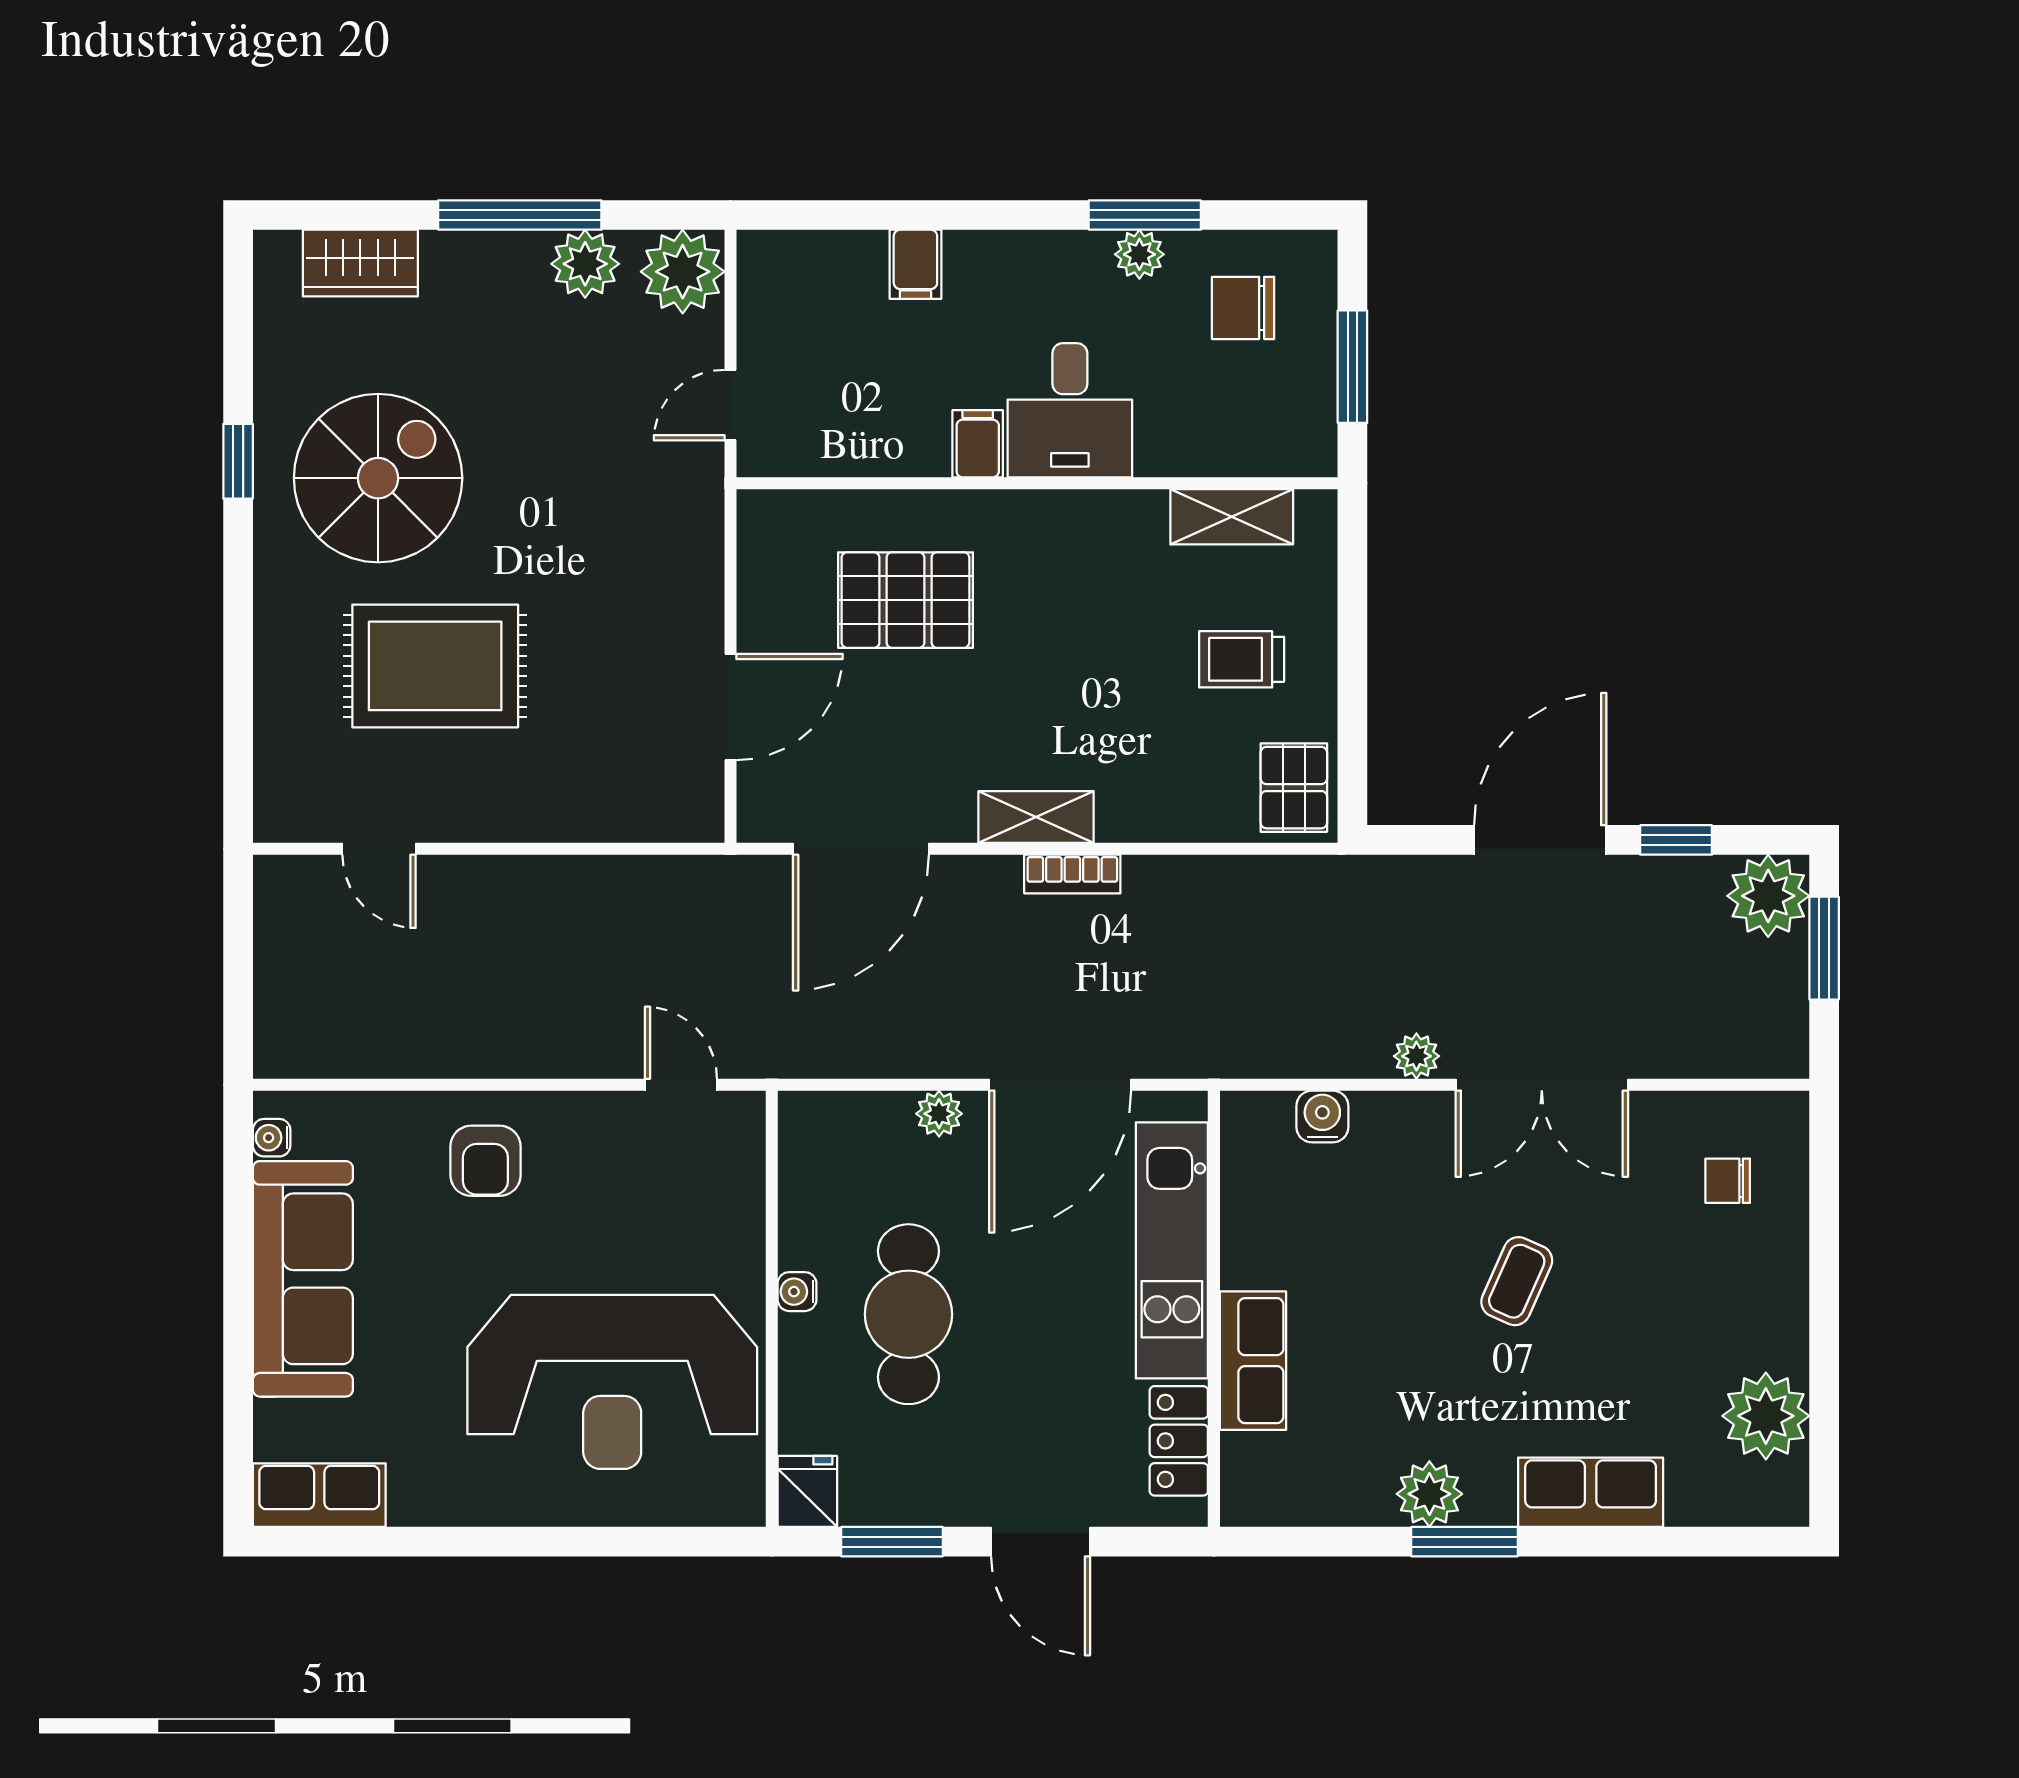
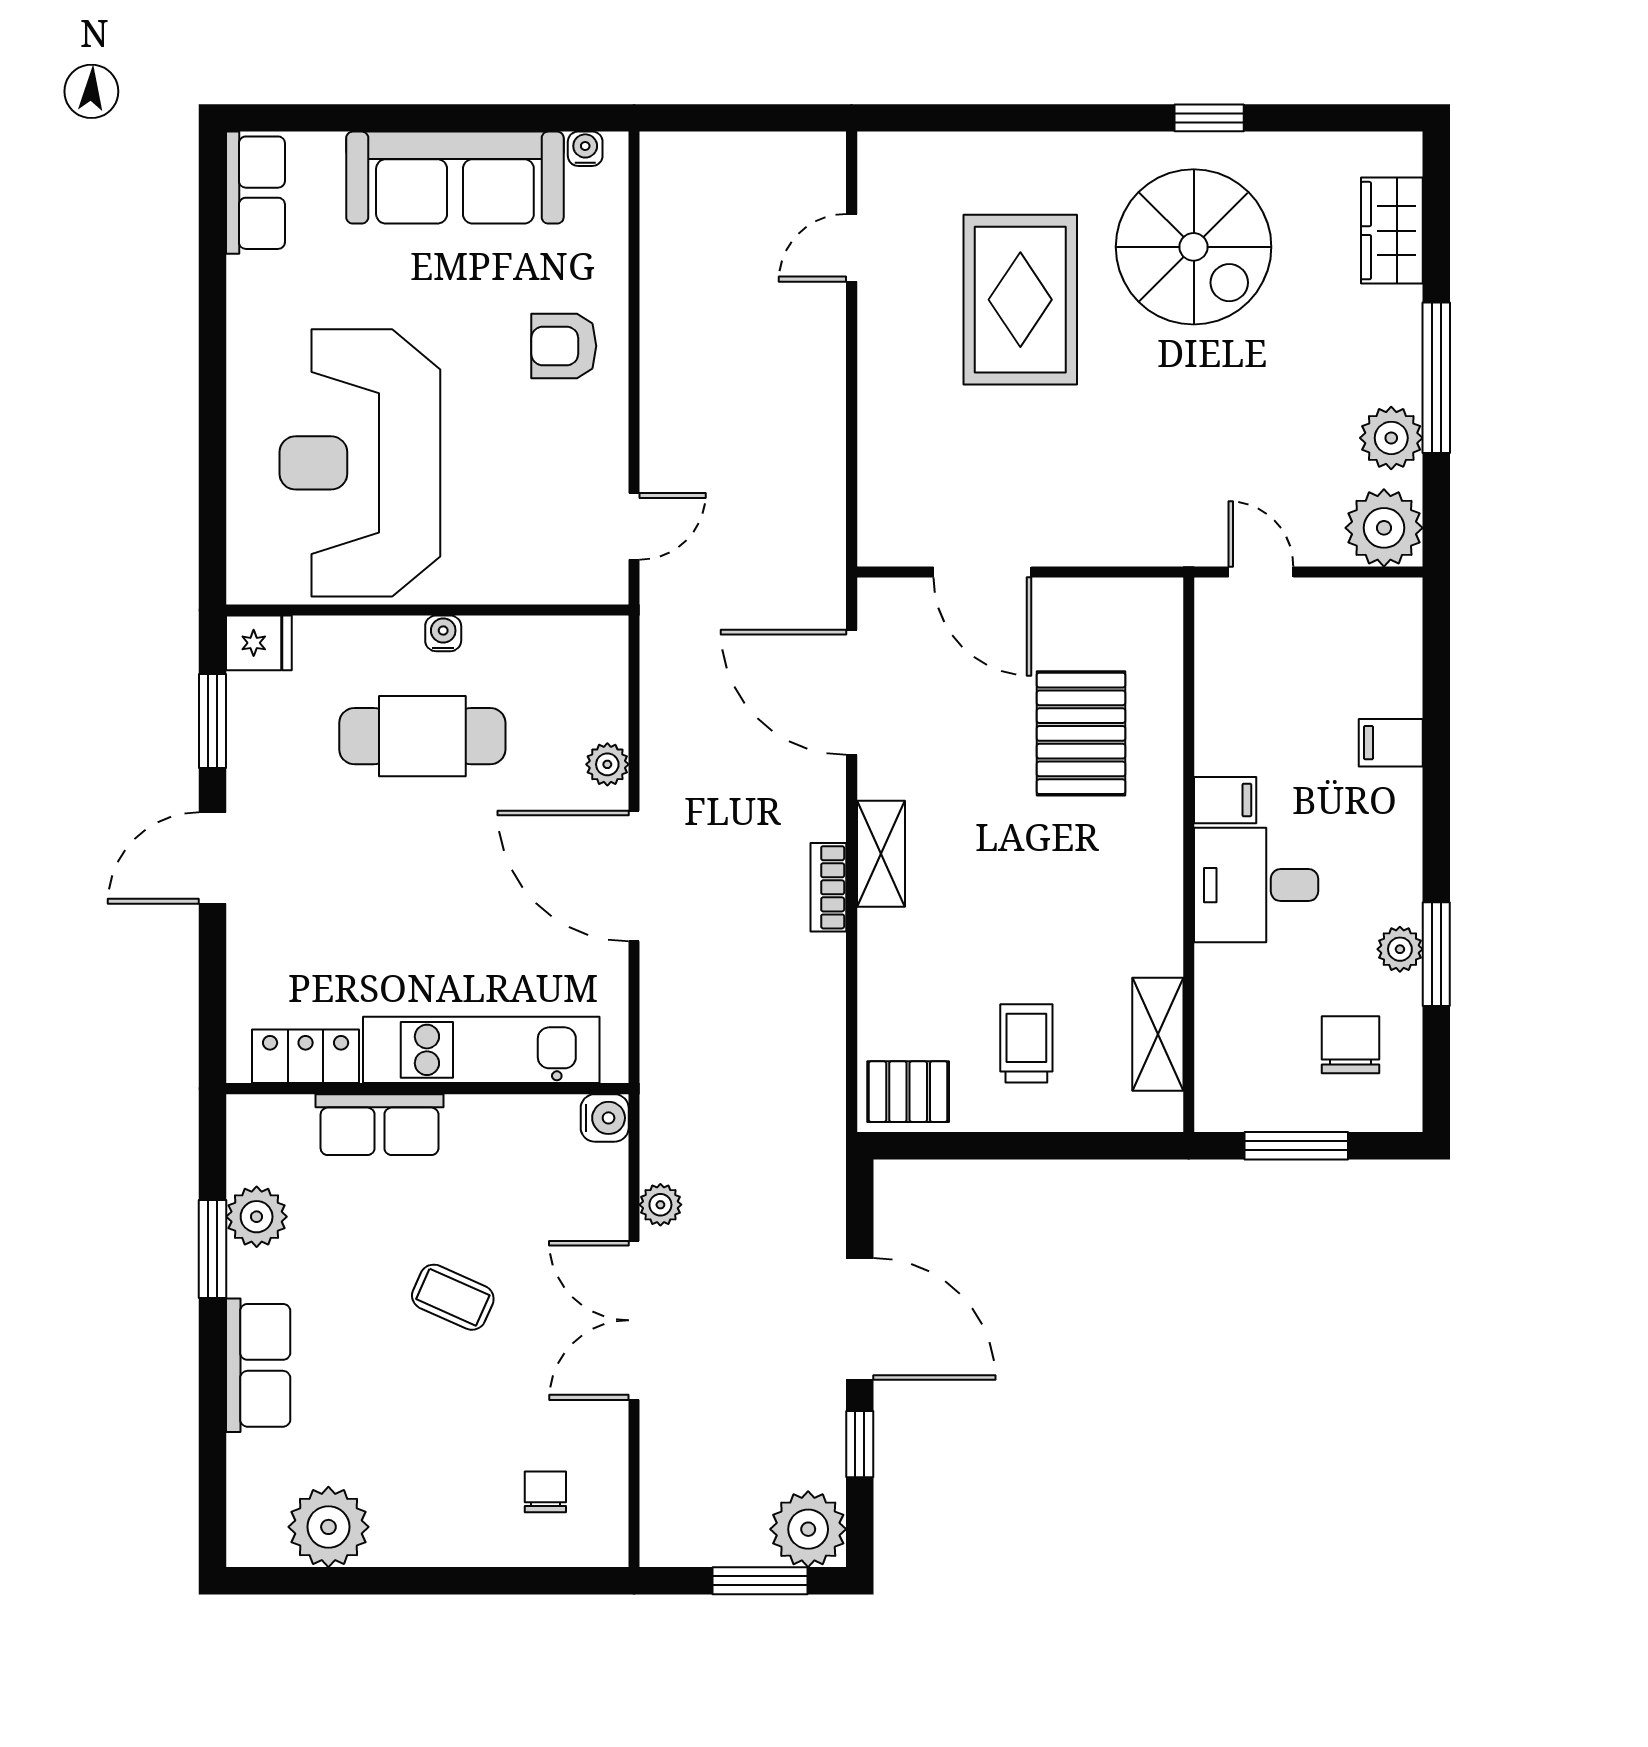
kitchen unit: (1172, 1250) -> (481, 1050), moved
wall: (1214, 1309) -> (427, 1089), moved
row of seats: (1253, 1361) -> (380, 1125), moved
locker: (1179, 1441) -> (306, 1056), moved

